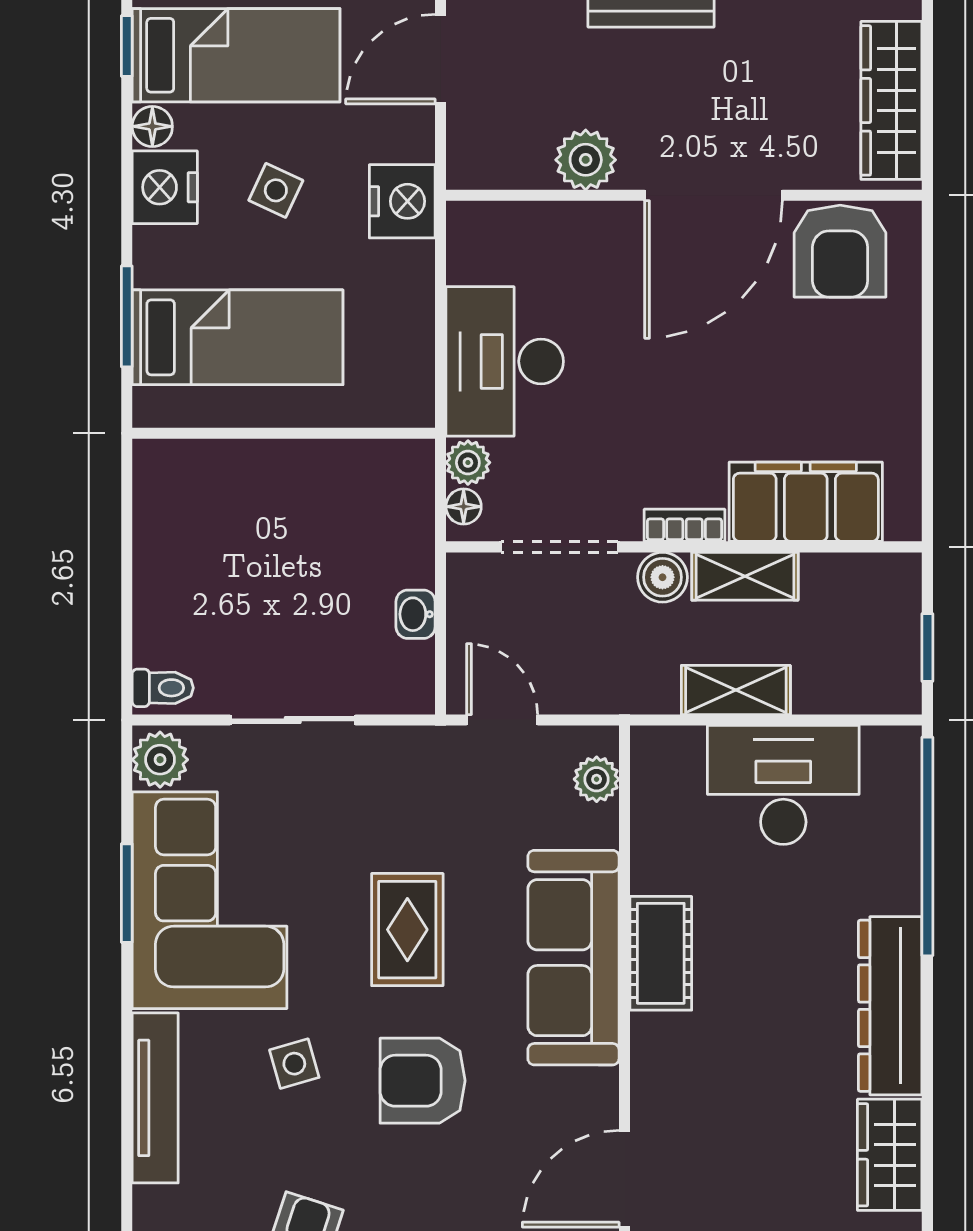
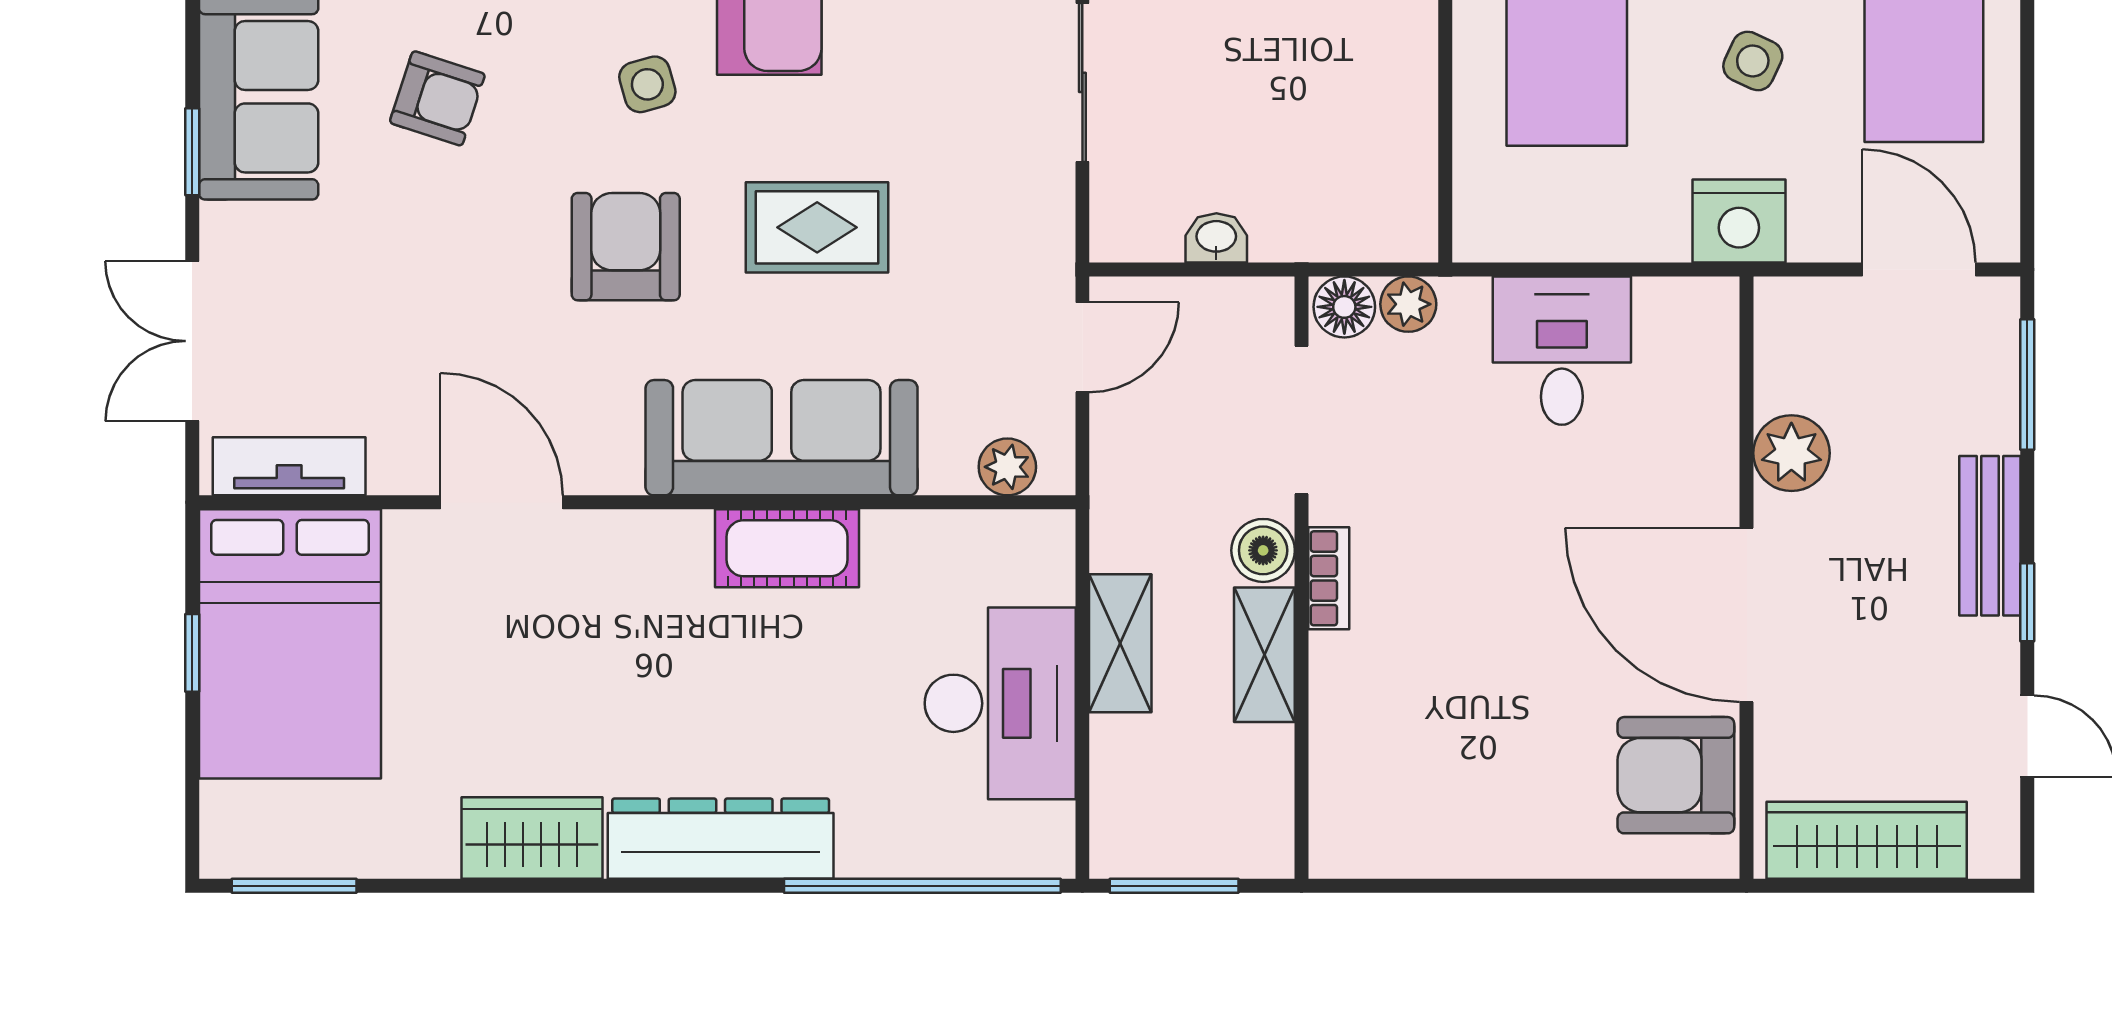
desk: (505, 361) -> (1562, 351), width x0.73
filing cabinet: (806, 502) -> (1359, 732), removed
floor lamp: (464, 507) -> (1344, 307), width x1.37, depth x1.37
window: (927, 648) -> (1174, 886), width x1.50

